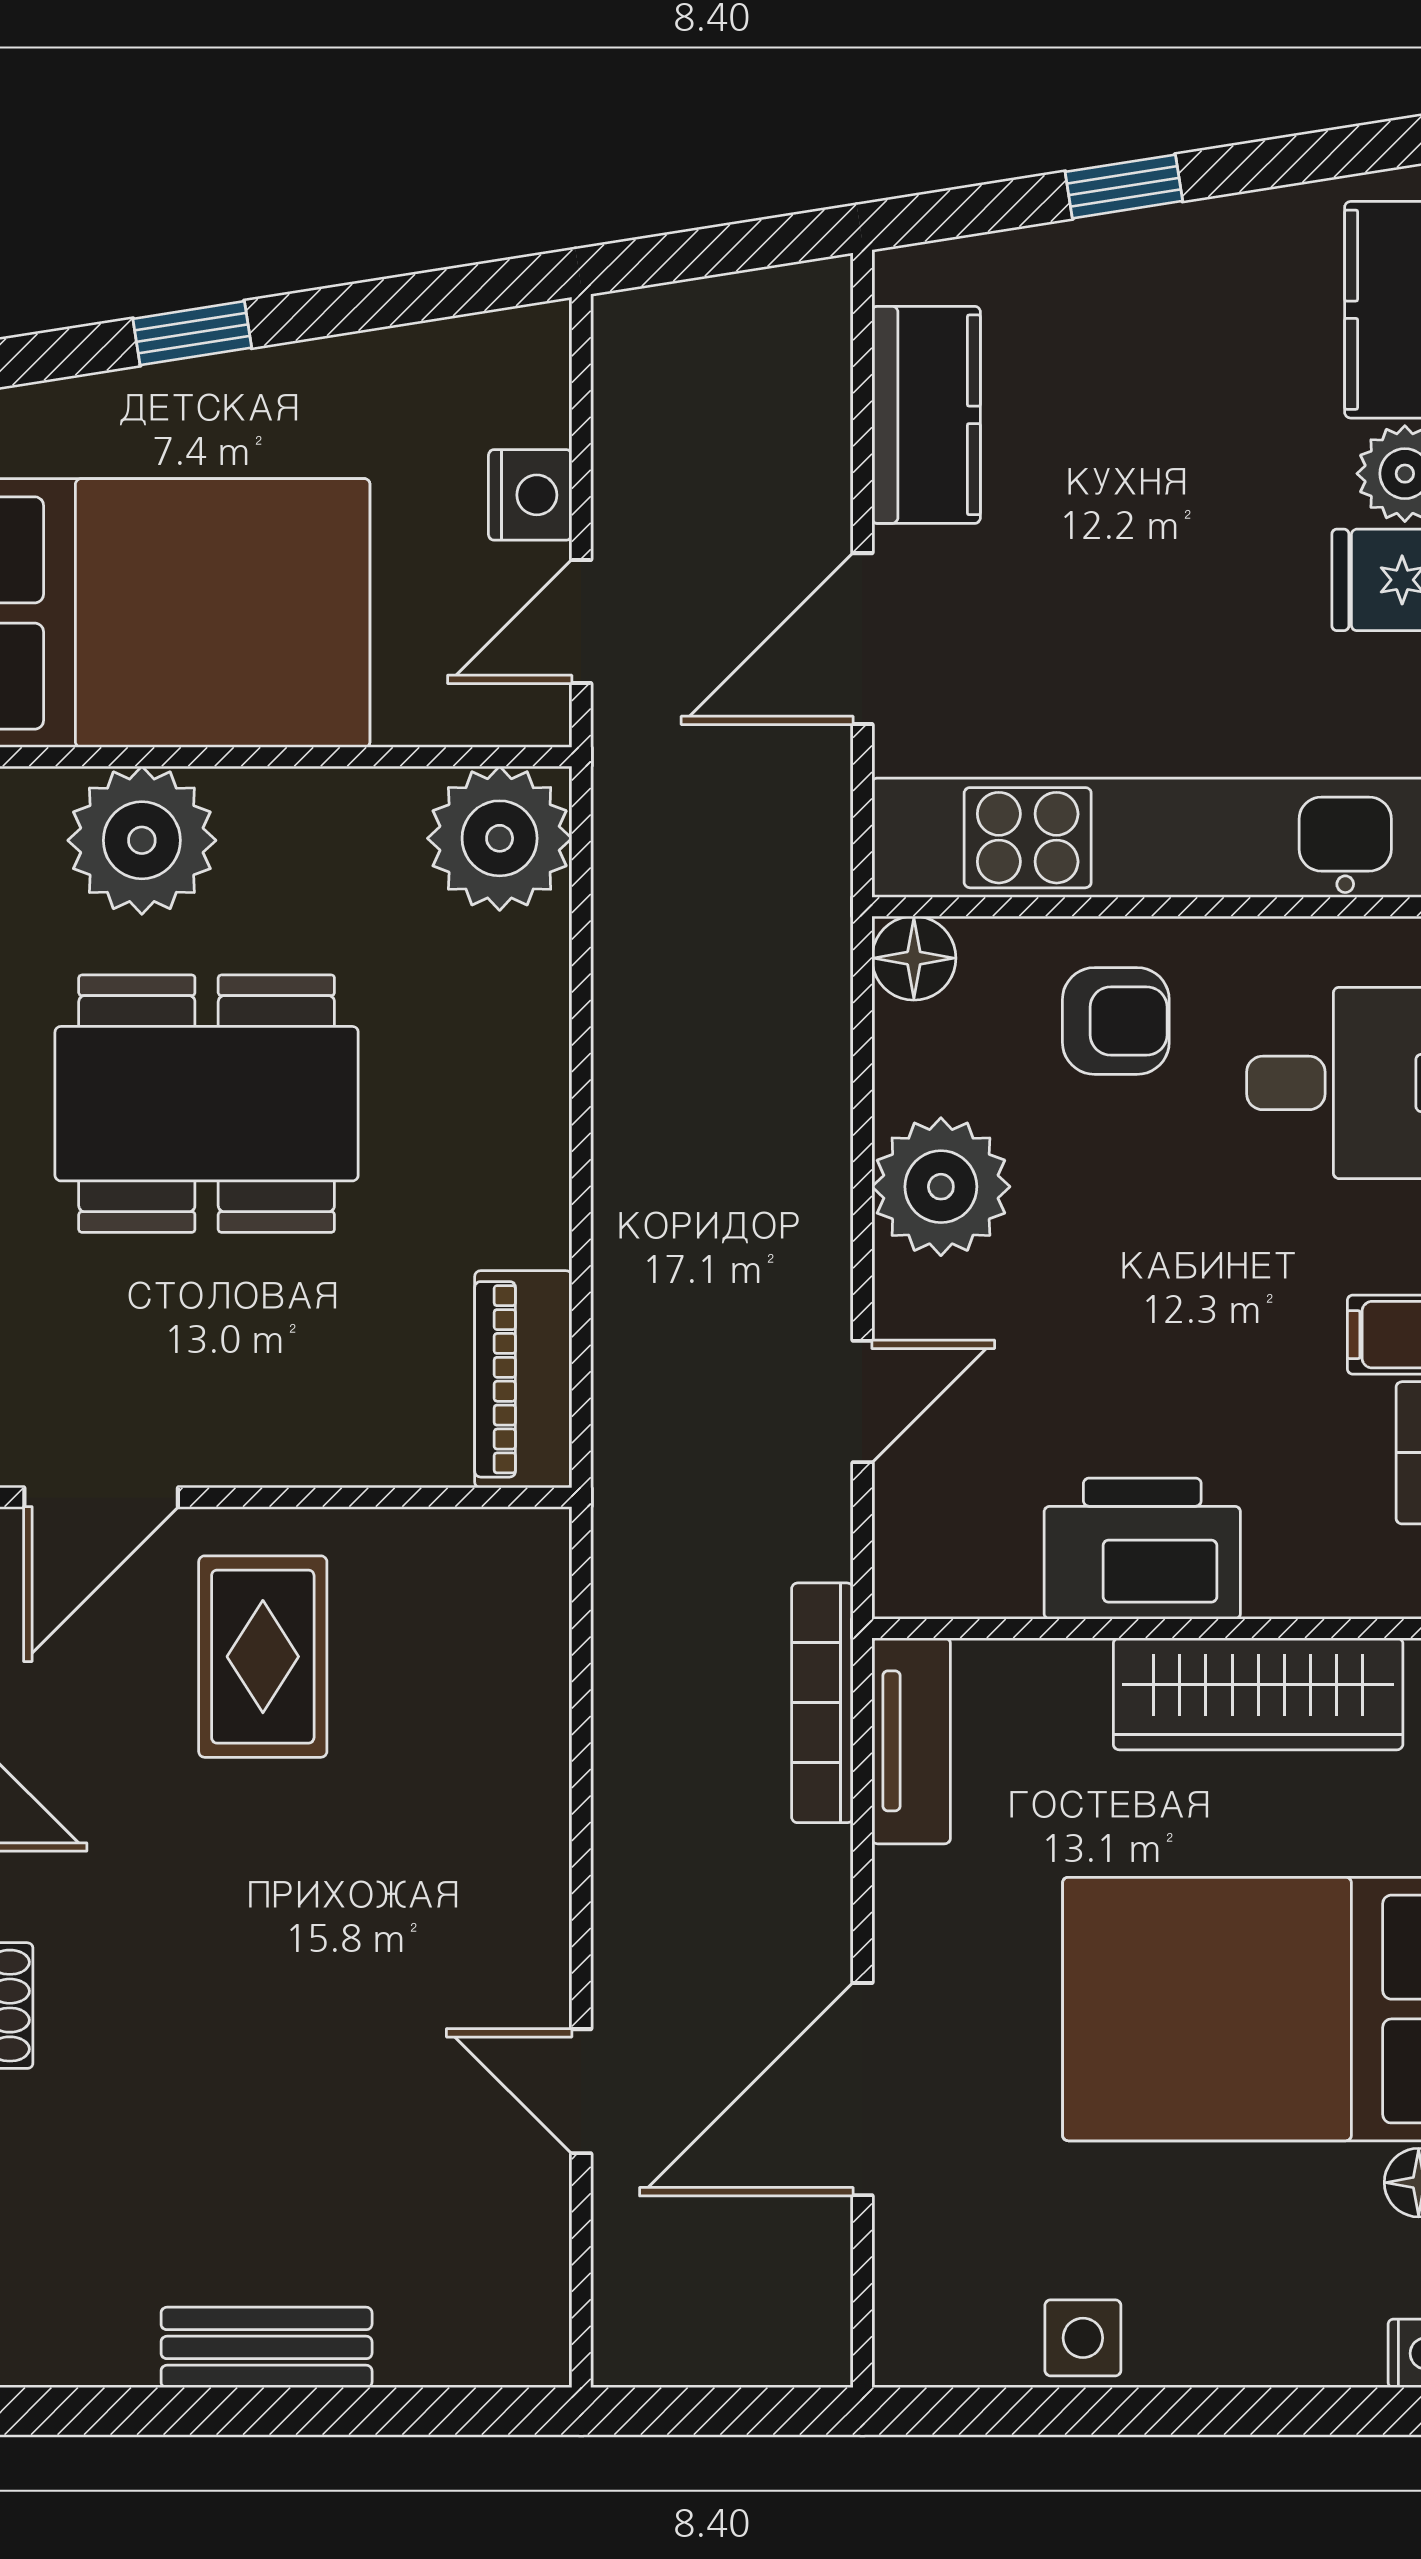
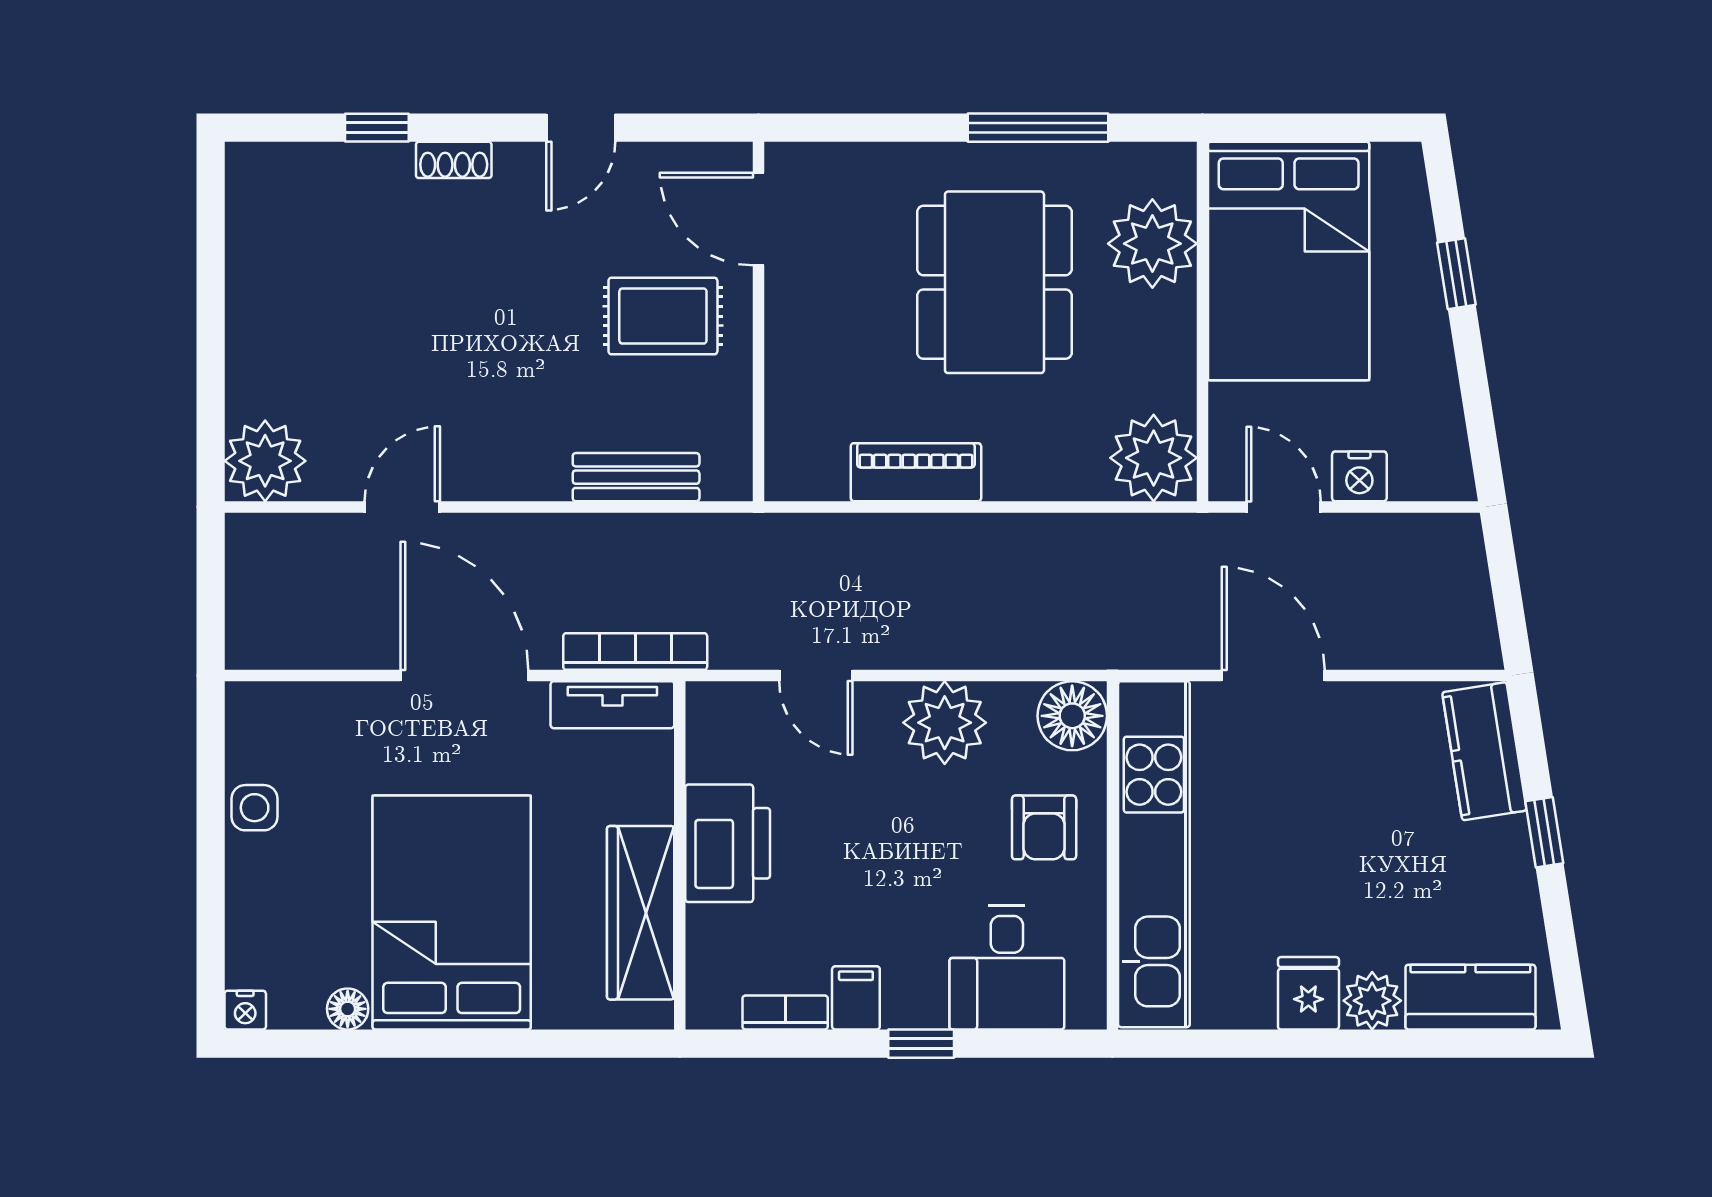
kitchen counter: (926, 415) -> (1484, 751), moved, turned 81
floor lamp: (914, 958) -> (1072, 716), width x1.38, depth x1.38
piano: (523, 1379) -> (916, 472), moved
door: (862, 2089) -> (464, 675), moved
plant: (504, 2320) -> (265, 461), added
bench: (267, 2347) -> (636, 477), moved, turned 90

